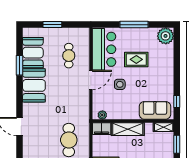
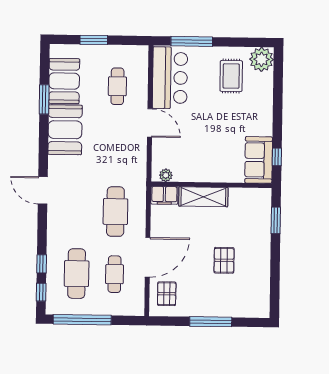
window: (134, 25) -> (192, 41), moved
rug: (136, 59) -> (231, 76), moved, turned 90
door: (91, 80) -> (150, 123), hinge flipped
side table: (120, 84) -> (193, 130), removed
sofa: (155, 110) -> (259, 160), moved, turned -90
shelving: (164, 127) -> (257, 195), removed

